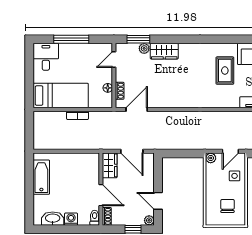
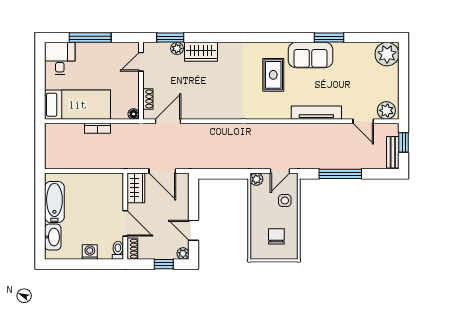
floor lamp: (108, 88) -> (134, 114), moved
washbasin: (53, 219) -> (53, 237), moved, turned 90

